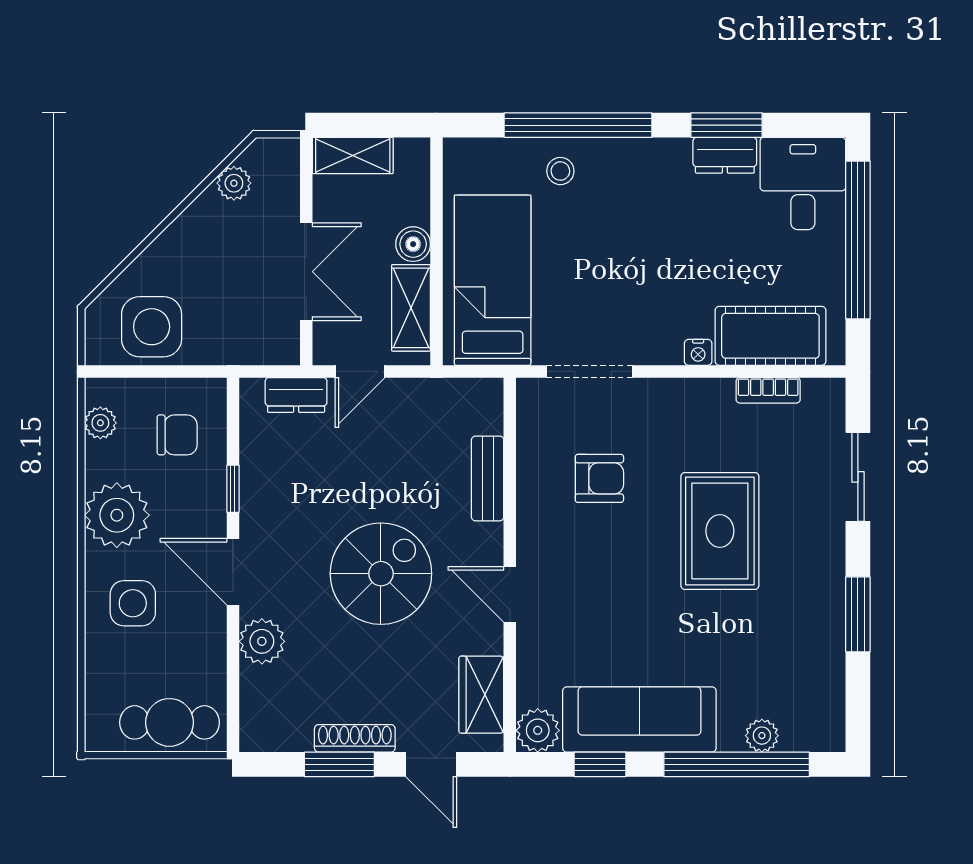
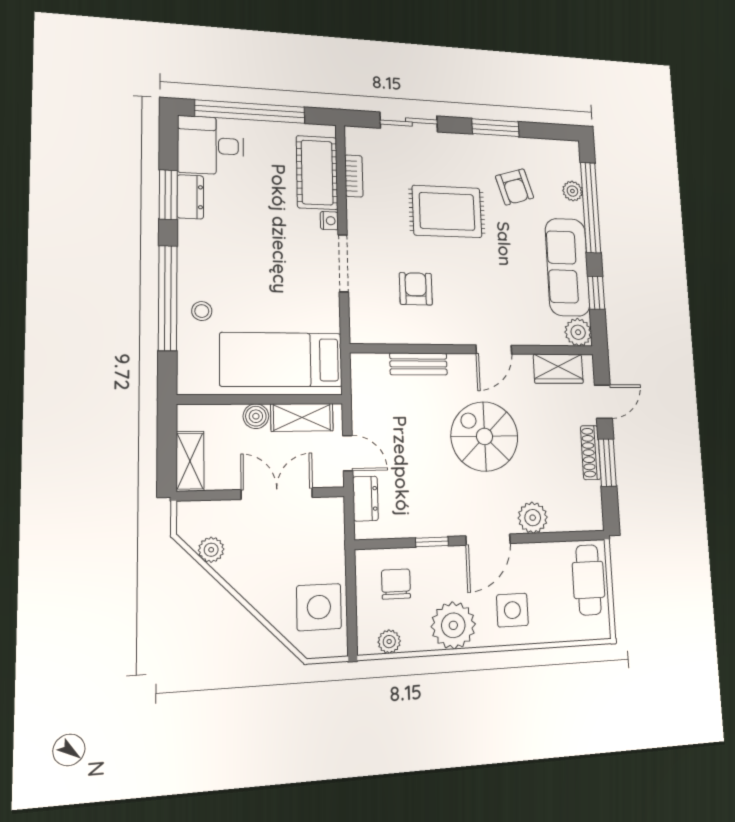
doorway: (590, 371) -> (343, 263), moved
armchair: (764, 640) -> (515, 187), added

